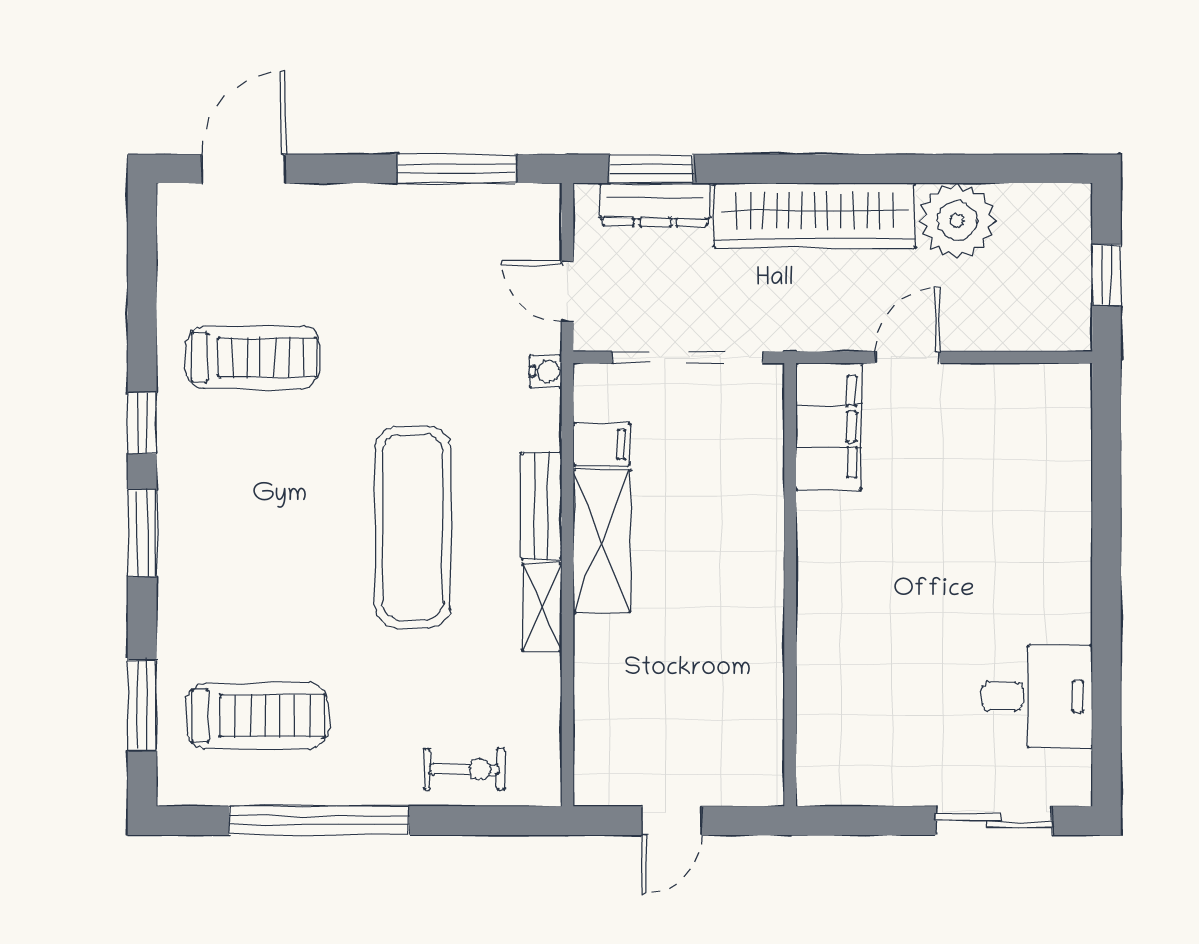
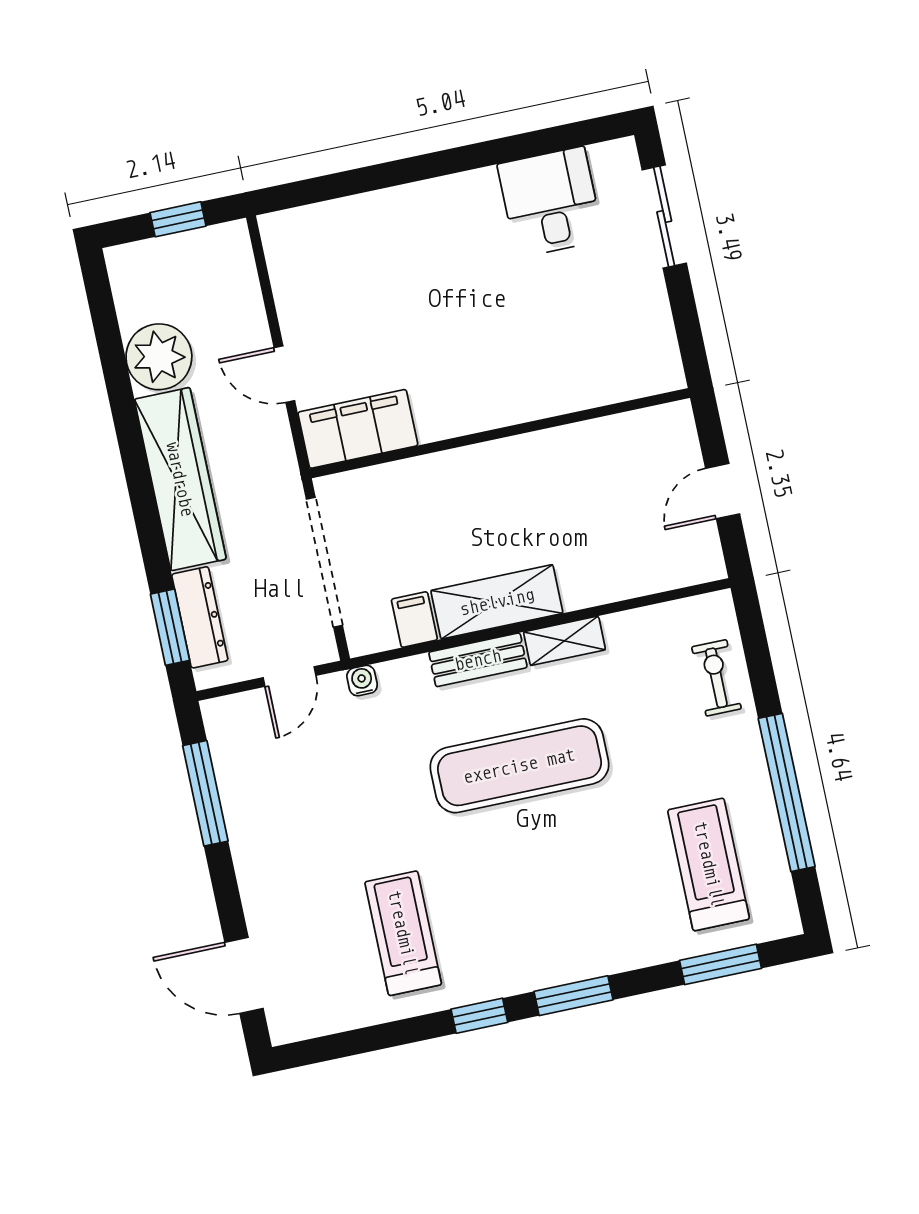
door: (672, 821) -> (723, 491), swing flipped

